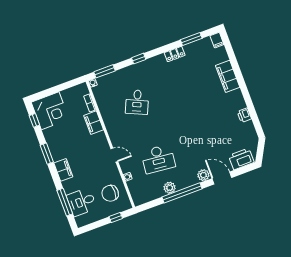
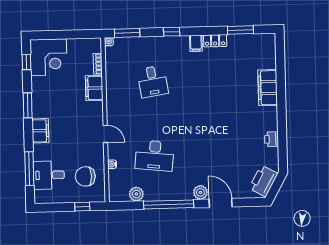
filing cabinet: (217, 40) -> (196, 43), moved
desk: (137, 102) -> (153, 81), turned -33
printer: (241, 159) -> (263, 181), moved, turned -61
plant: (170, 188) -> (136, 194), moved

